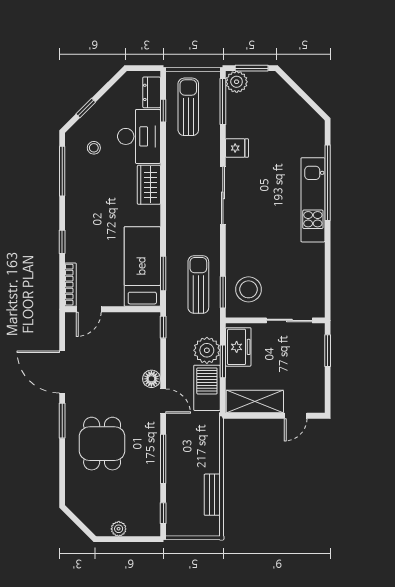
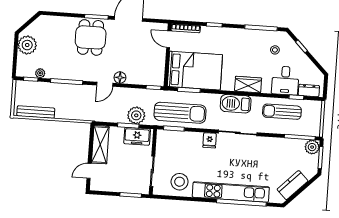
sun lounger: (188, 107) -> (282, 112), moved, turned 180
kitchen counter: (296, 107) -> (293, 185), added
desk: (139, 136) -> (285, 81), width x0.73
fridge: (237, 148) -> (210, 140), moved
kitchen unit: (313, 200) -> (231, 192), width x1.36
bed: (142, 266) -> (195, 71), width x1.50
sun lounger: (198, 285) -> (180, 113), width x1.36, depth x1.34
stool: (249, 289) -> (180, 182), moved
barbecue: (207, 388) -> (236, 104), moved, turned 180
door: (296, 416) -> (89, 171), hinge flipped
dining table: (102, 444) -> (91, 37), moved, turned 90
bench: (212, 495) -> (36, 112), width x1.36
plant: (153, 500) -> (40, 73), added
plant: (119, 529) -> (27, 45), width x1.88, depth x1.88

